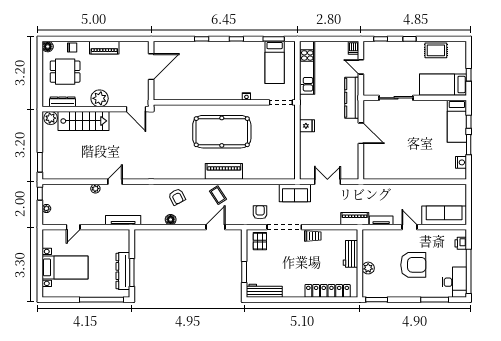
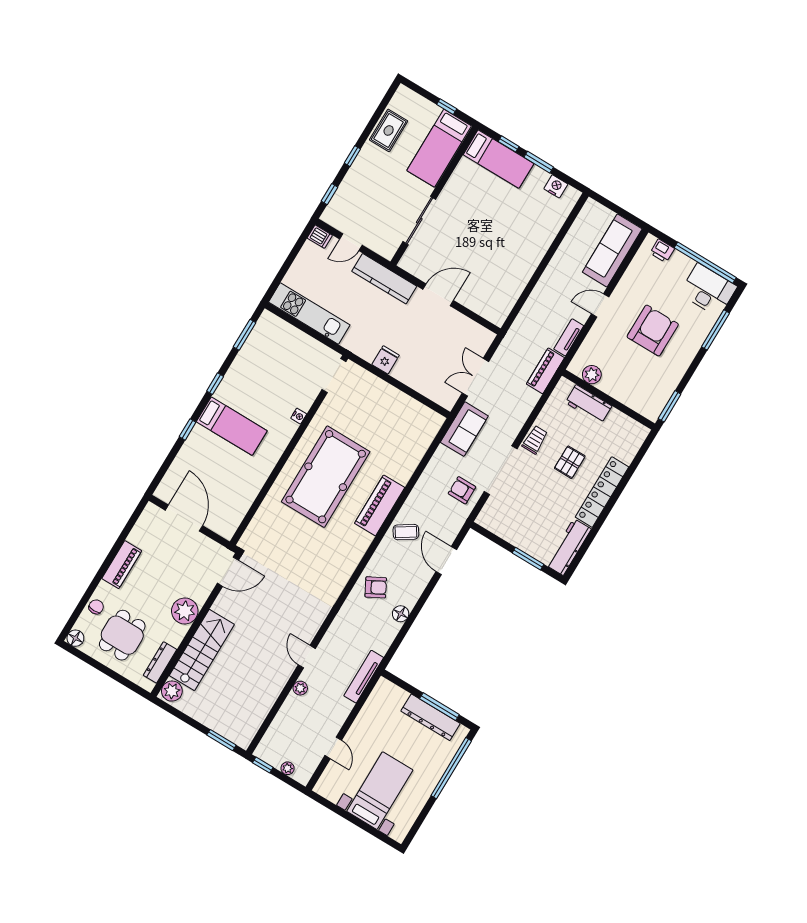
bed: (275, 62) -> (232, 426), moved
pallet: (260, 241) -> (570, 462), moved, turned 90
plant: (368, 268) -> (592, 375), moved
locker: (328, 291) -> (602, 492), moved

